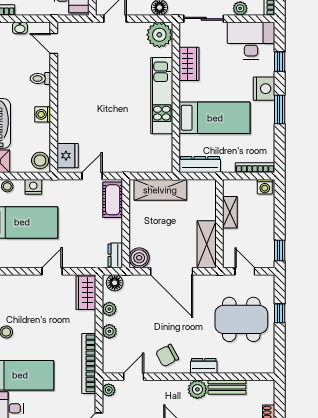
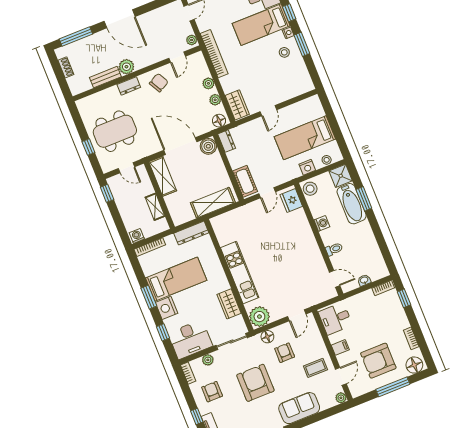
bed: (215, 118) -> (176, 279), moved, turned 180

